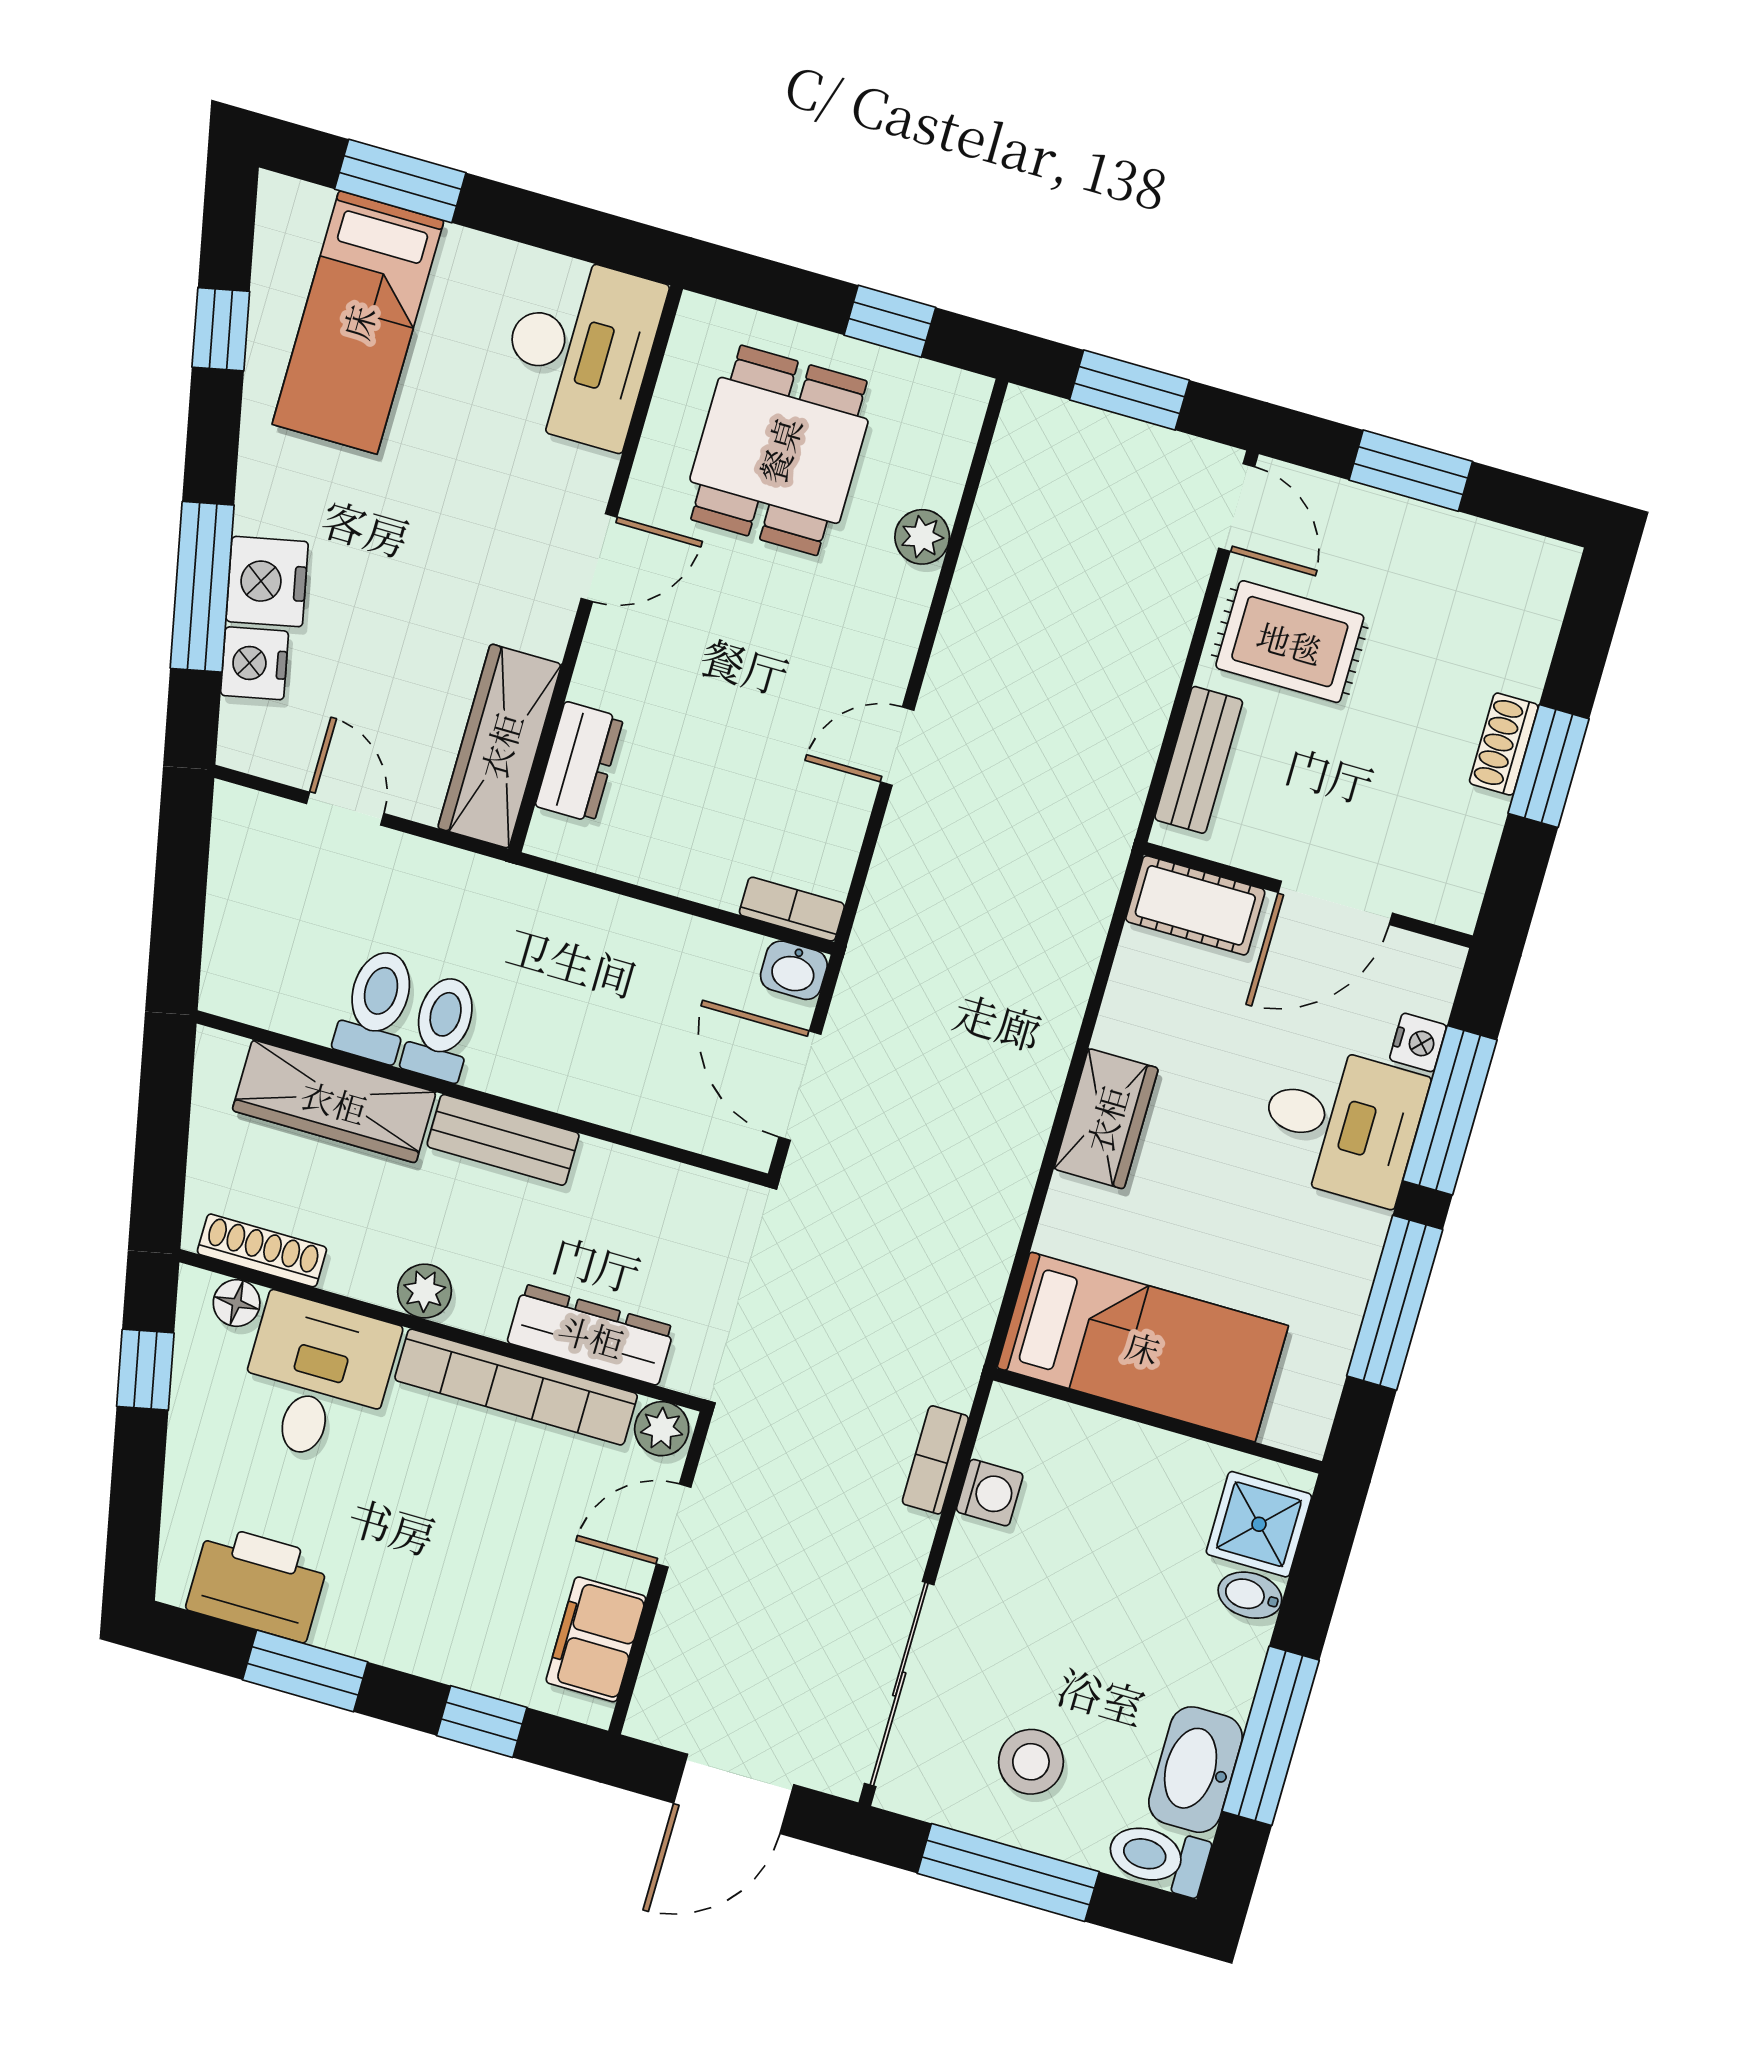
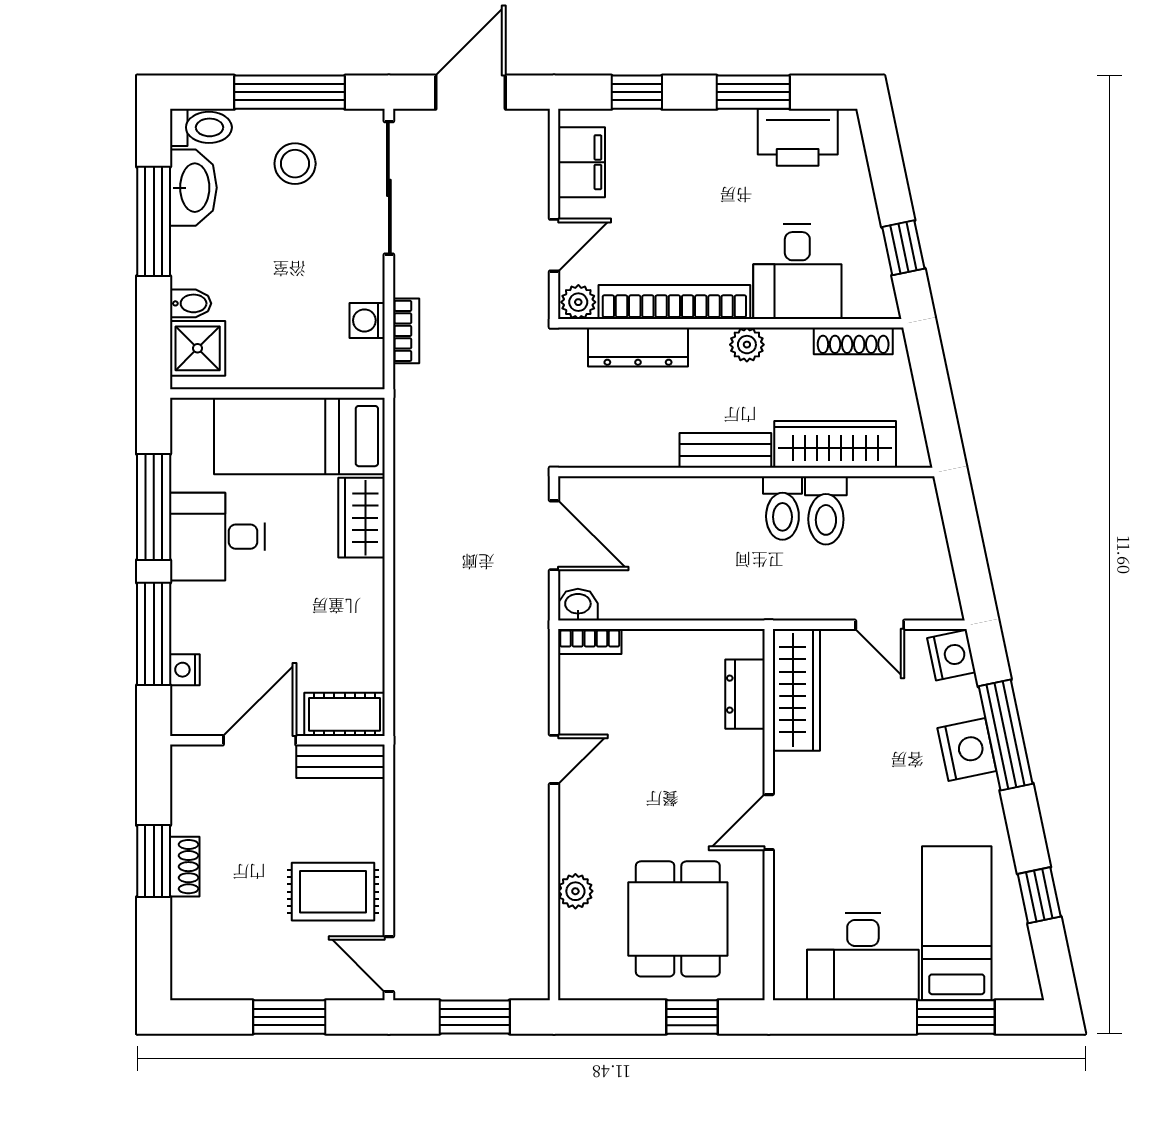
window: (890, 321) -> (692, 1017), moved
desk: (580, 351) -> (863, 957), moved, turned -90
nightstand: (255, 663) -> (951, 655), moved
bench: (1199, 760) -> (341, 761), moved, turned 90
wardrobe: (1106, 1119) -> (362, 518), moved
desk: (1341, 1124) -> (217, 537), moved
floor lamp: (237, 1303) -> (859, 304), removed

